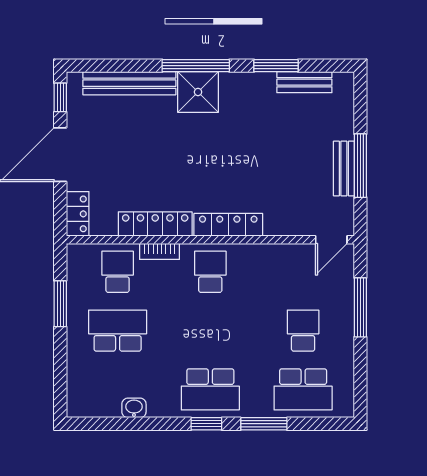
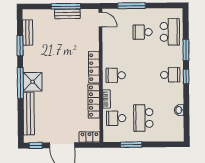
school desk: (210, 389) -> (170, 75), width x0.54

